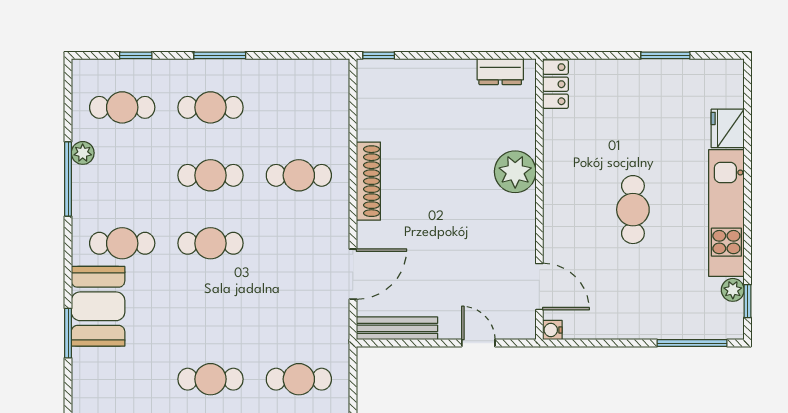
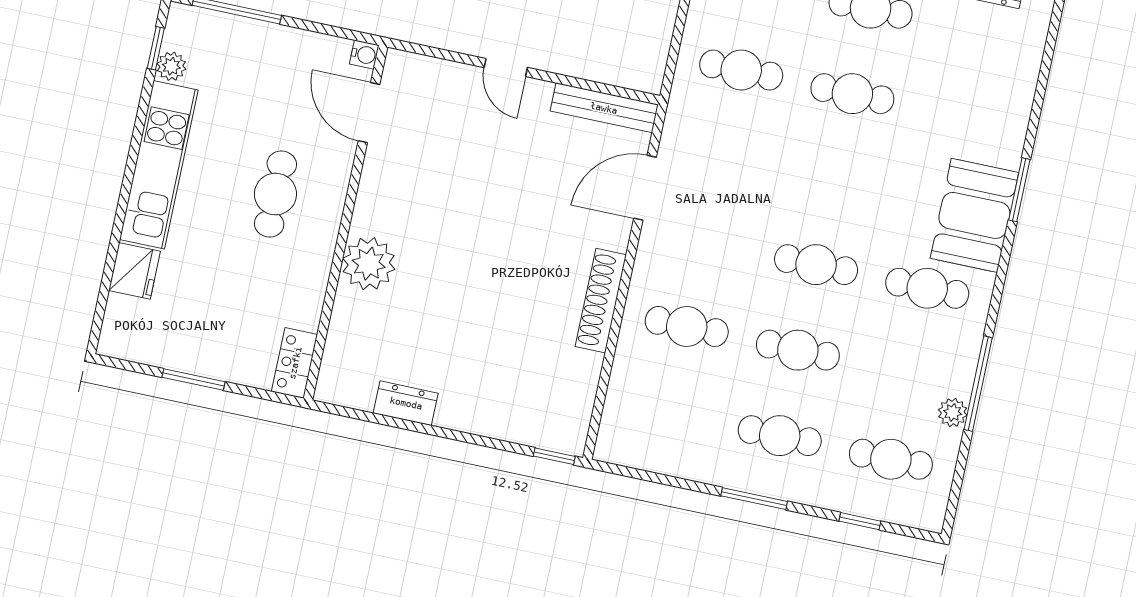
locker: (556, 84) -> (295, 363), moved
plant: (515, 172) -> (369, 264), moved
wall: (539, 199) -> (346, 223), moved
door: (539, 287) -> (369, 113), moved
water cooler: (552, 330) -> (364, 55), moved

